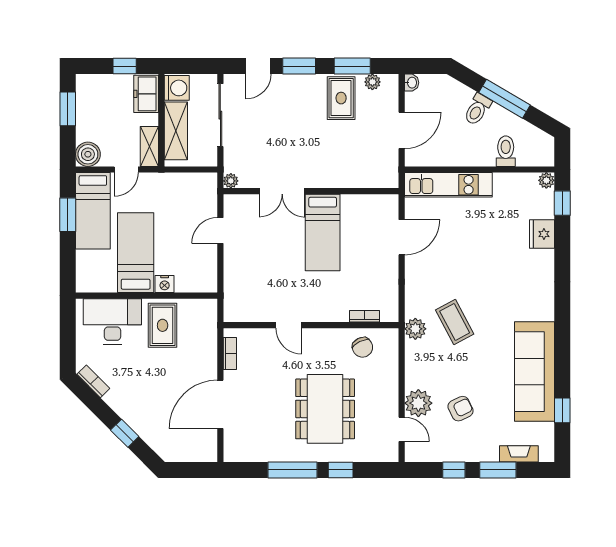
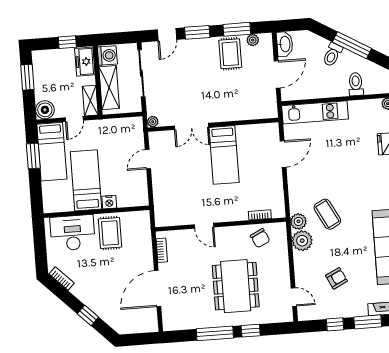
washbasin: (412, 83) -> (285, 44), width x1.91, depth x1.45
plant: (418, 403) -> (302, 241), moved

